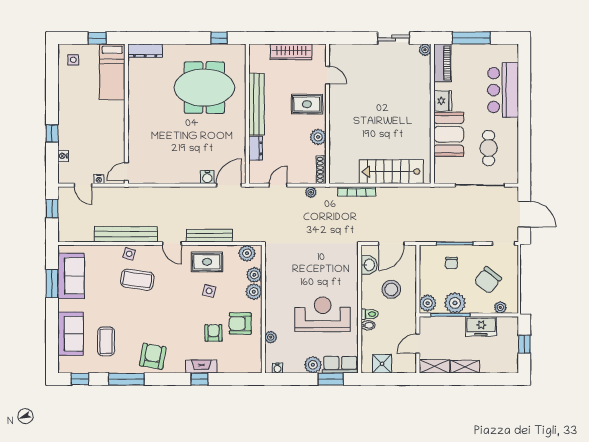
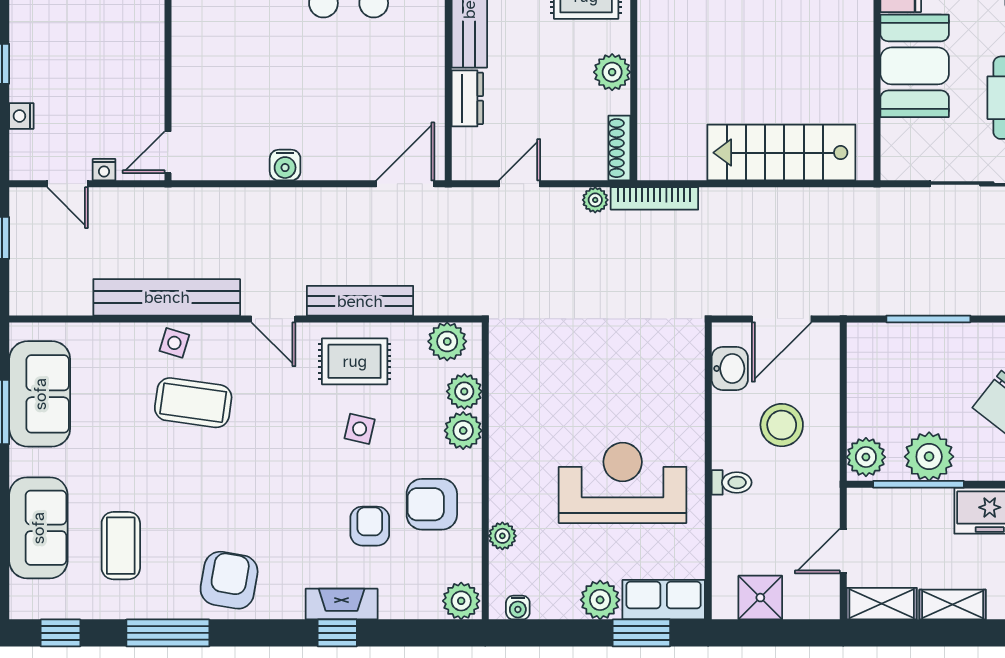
water cooler: (207, 177) -> (285, 165), moved
bookcase: (357, 191) -> (654, 198), moved
chair: (451, 263) -> (921, 364), removed
bidet: (368, 325) -> (728, 508), removed
plant: (253, 365) -> (461, 601), added

